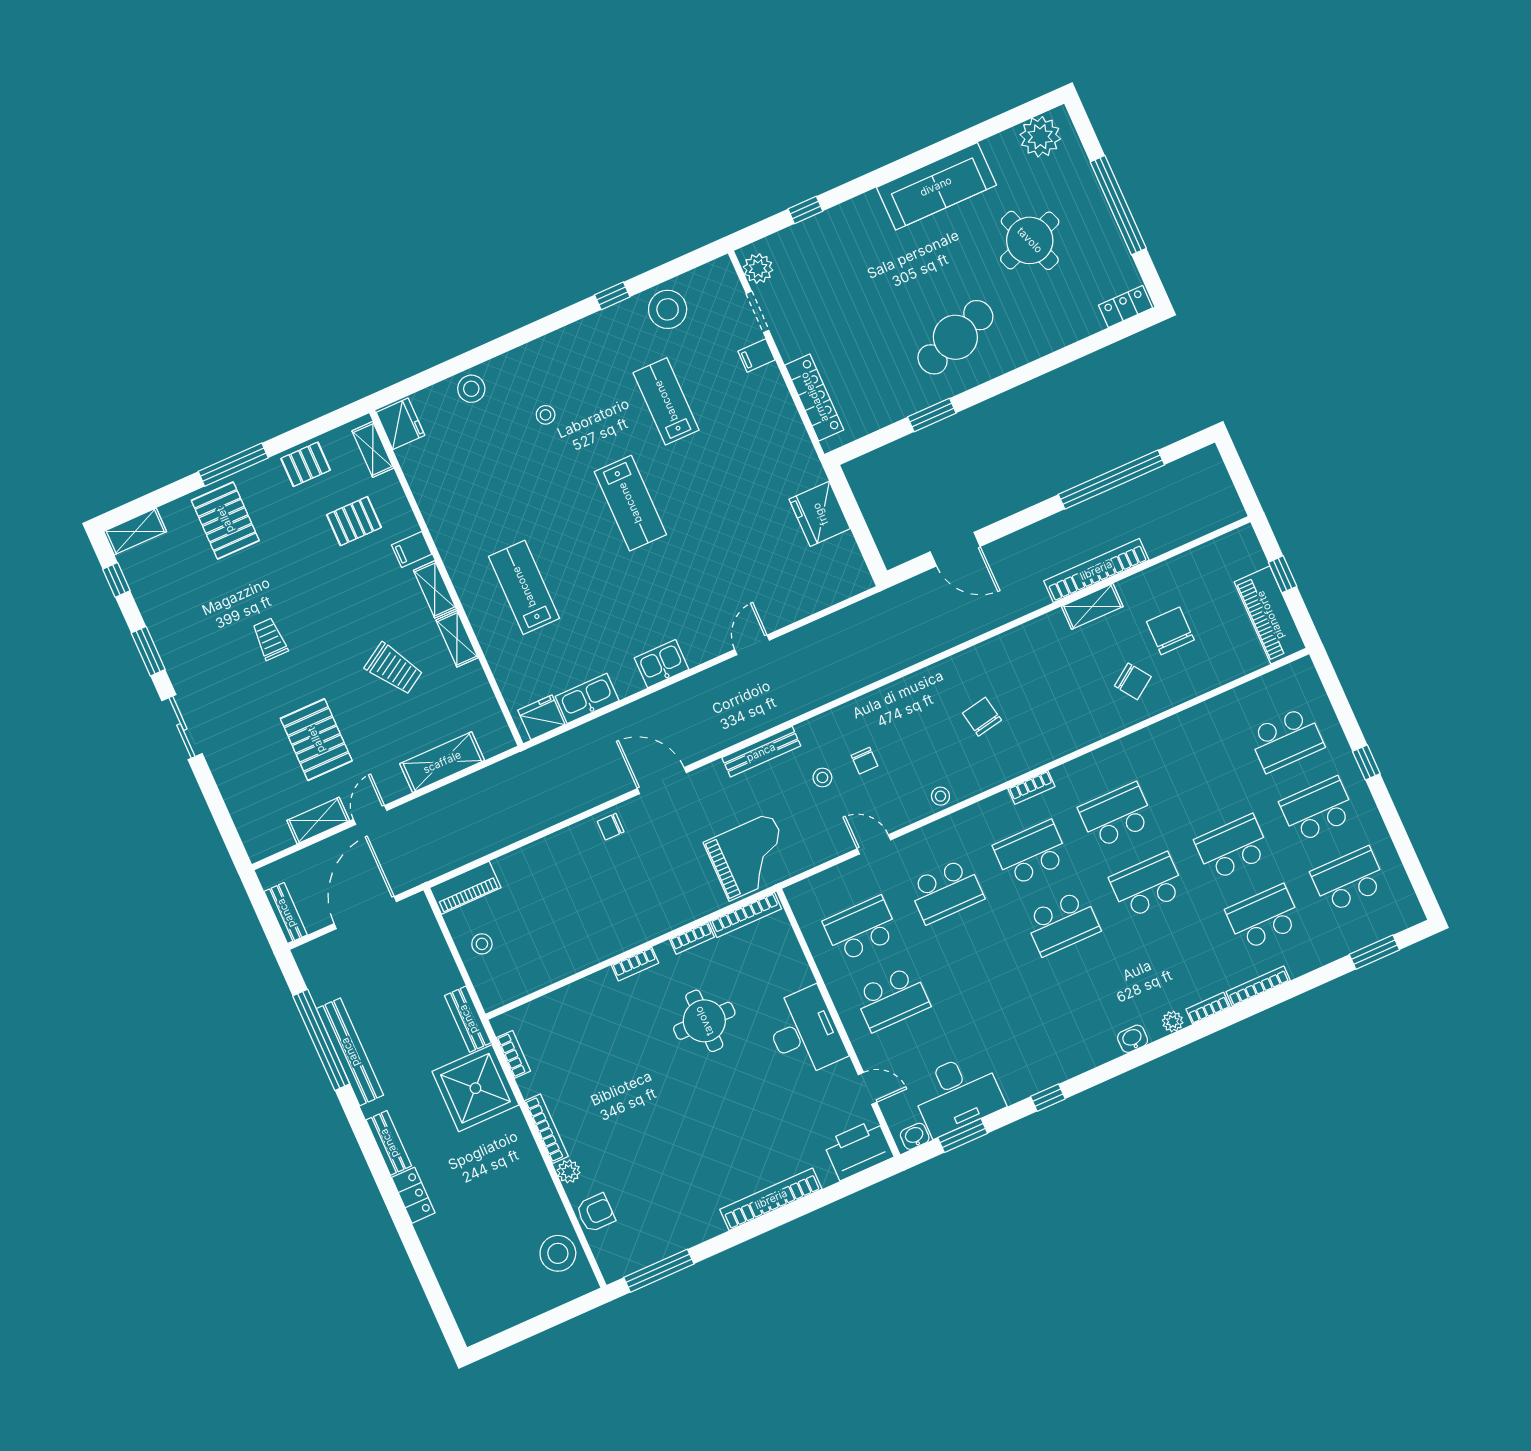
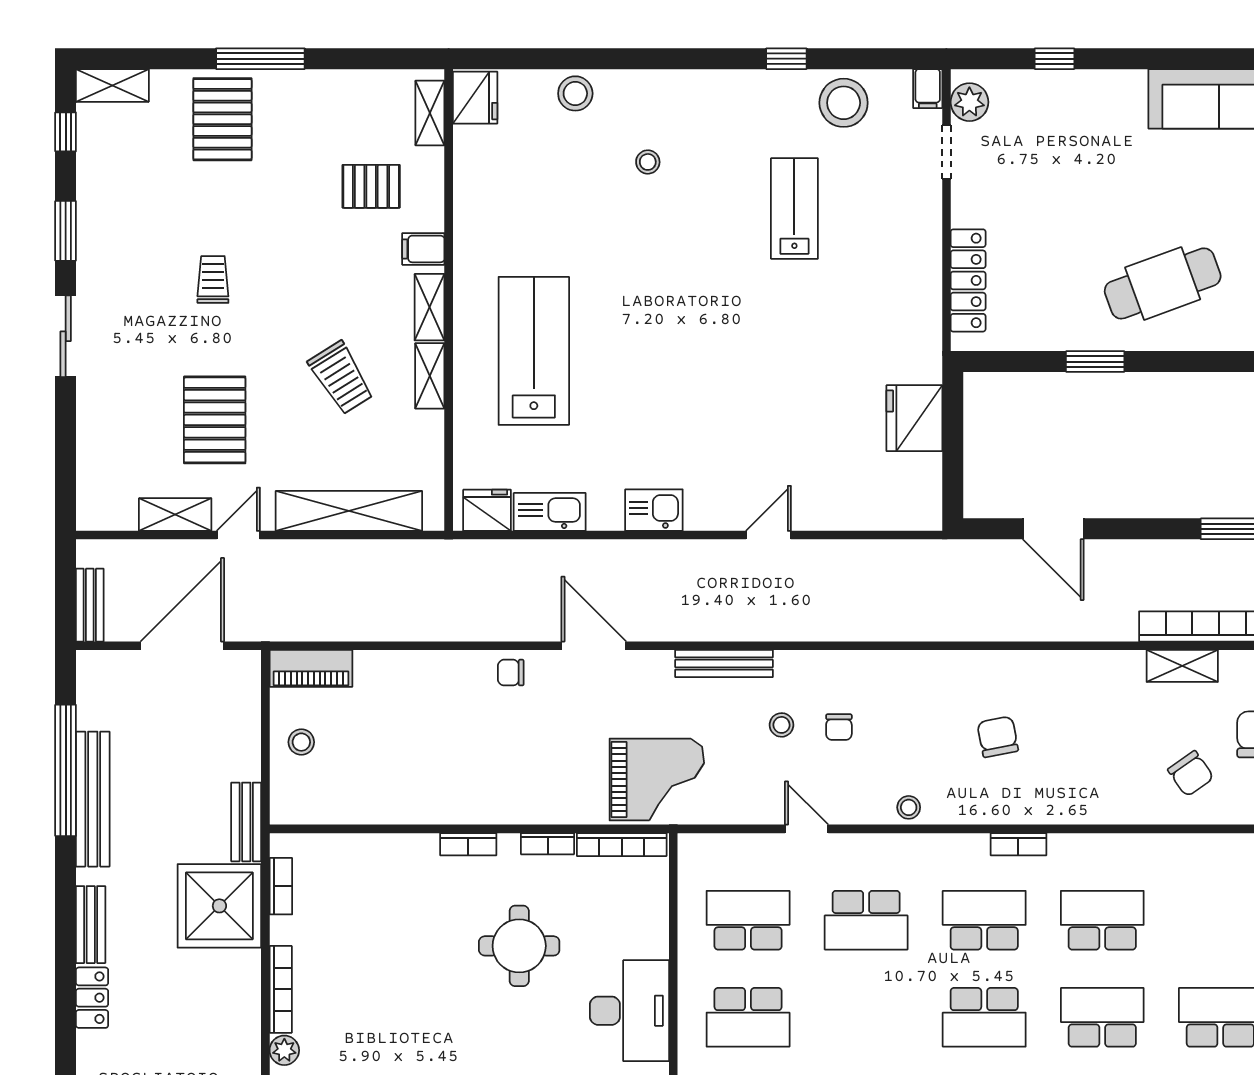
filing cabinet: (756, 356) -> (928, 89), moved, turned -90
pallet: (306, 464) -> (344, 96), removed
lab bench: (630, 503) -> (701, 308), removed
lab bench: (524, 587) -> (534, 351), width x1.36, depth x1.39
shelving: (442, 762) -> (349, 511), width x1.47

